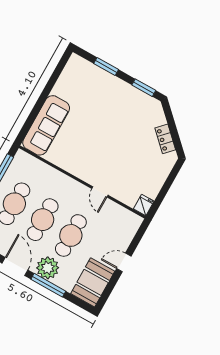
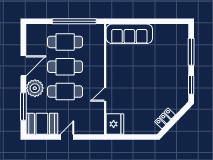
window: (106, 67) -> (191, 52), width x1.44
fridge: (144, 205) -> (115, 124), width x1.88, depth x1.34
door: (124, 262) -> (67, 137), hinge flipped
window: (48, 285) -> (23, 107), moved

